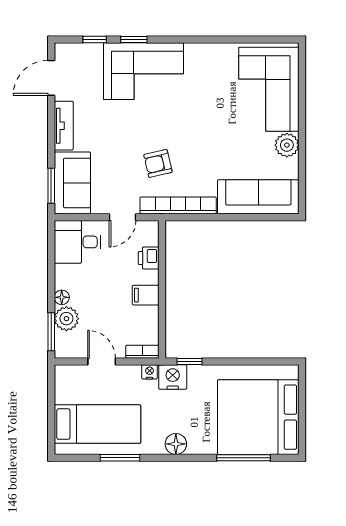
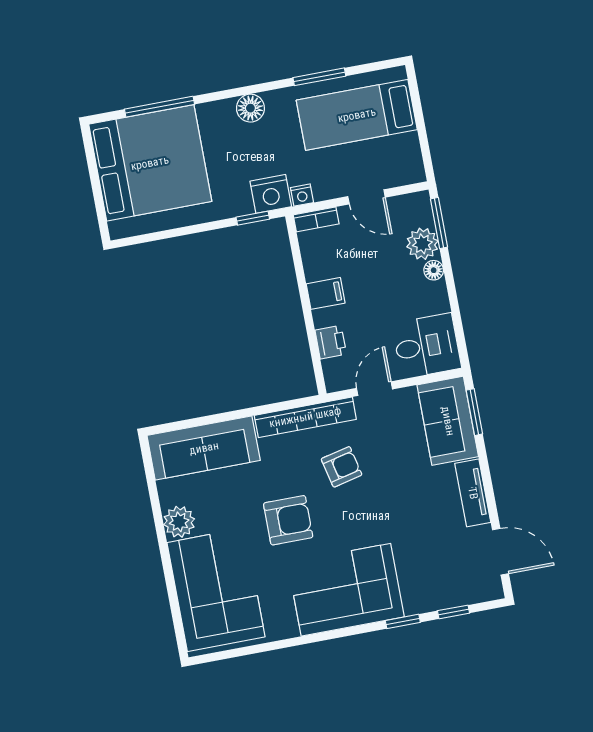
corner sofa: (143, 71) -> (346, 590), moved
door: (51, 78) -> (501, 552), hinge flipped
armchair: (205, 131) -> (288, 520), added

